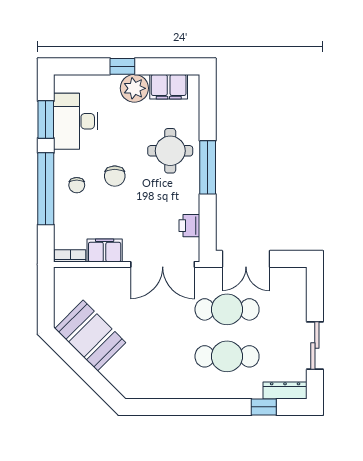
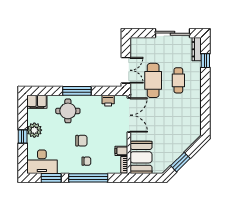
filing cabinet: (169, 87) -> (37, 102), moved, turned 90
desk: (76, 121) -> (42, 162), moved
filing cabinet: (105, 250) -> (121, 151), width x0.50
booth: (90, 336) -> (141, 157), moved, turned -45
sliding door: (315, 346) -> (172, 33), width x1.37
cafe table: (227, 356) -> (178, 80), width x0.73, depth x0.74
window: (75, 360) -> (180, 162), added

